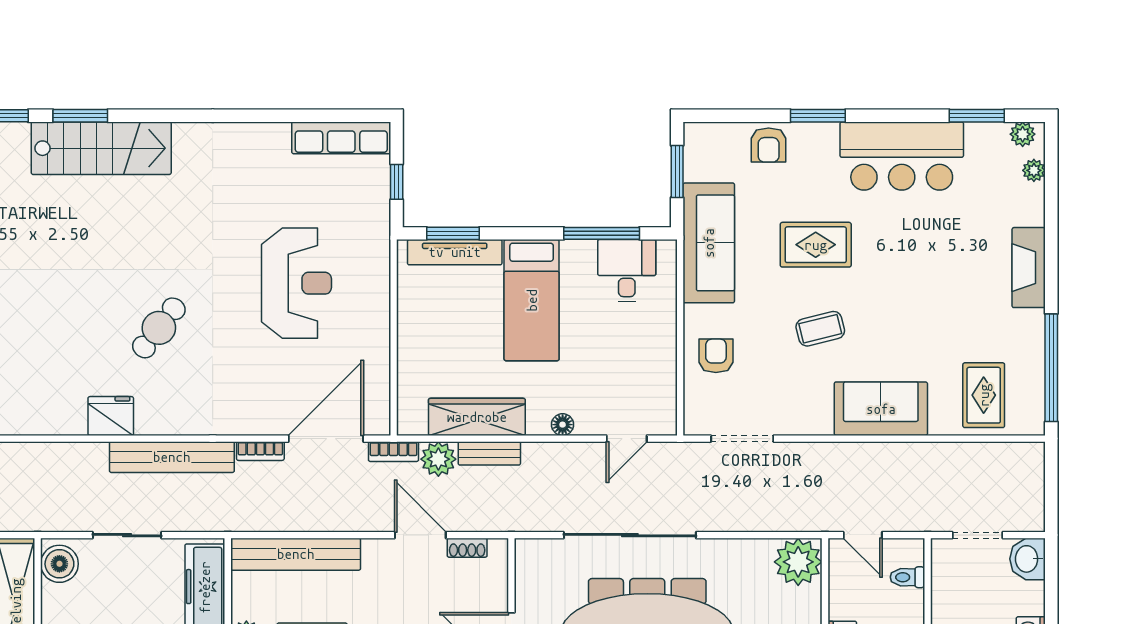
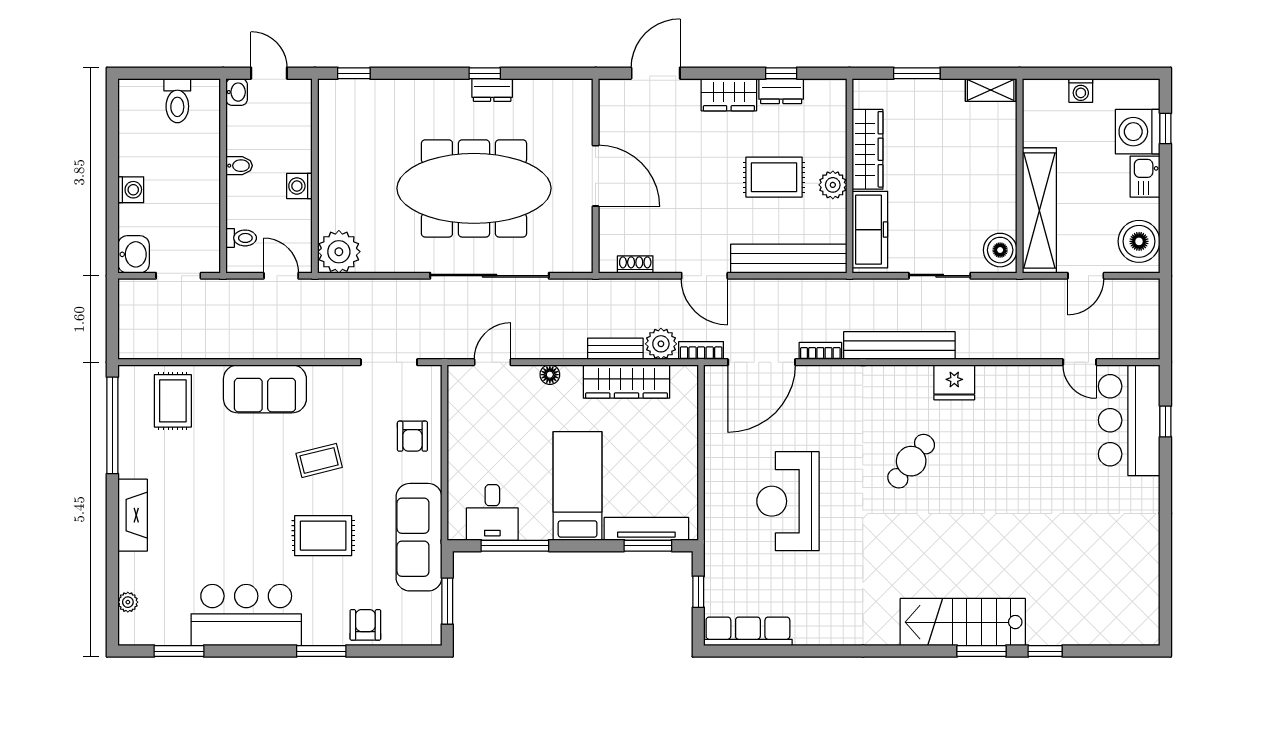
plant: (1023, 134) -> (138, 635), removed
door: (420, 535) -> (704, 276), moved

